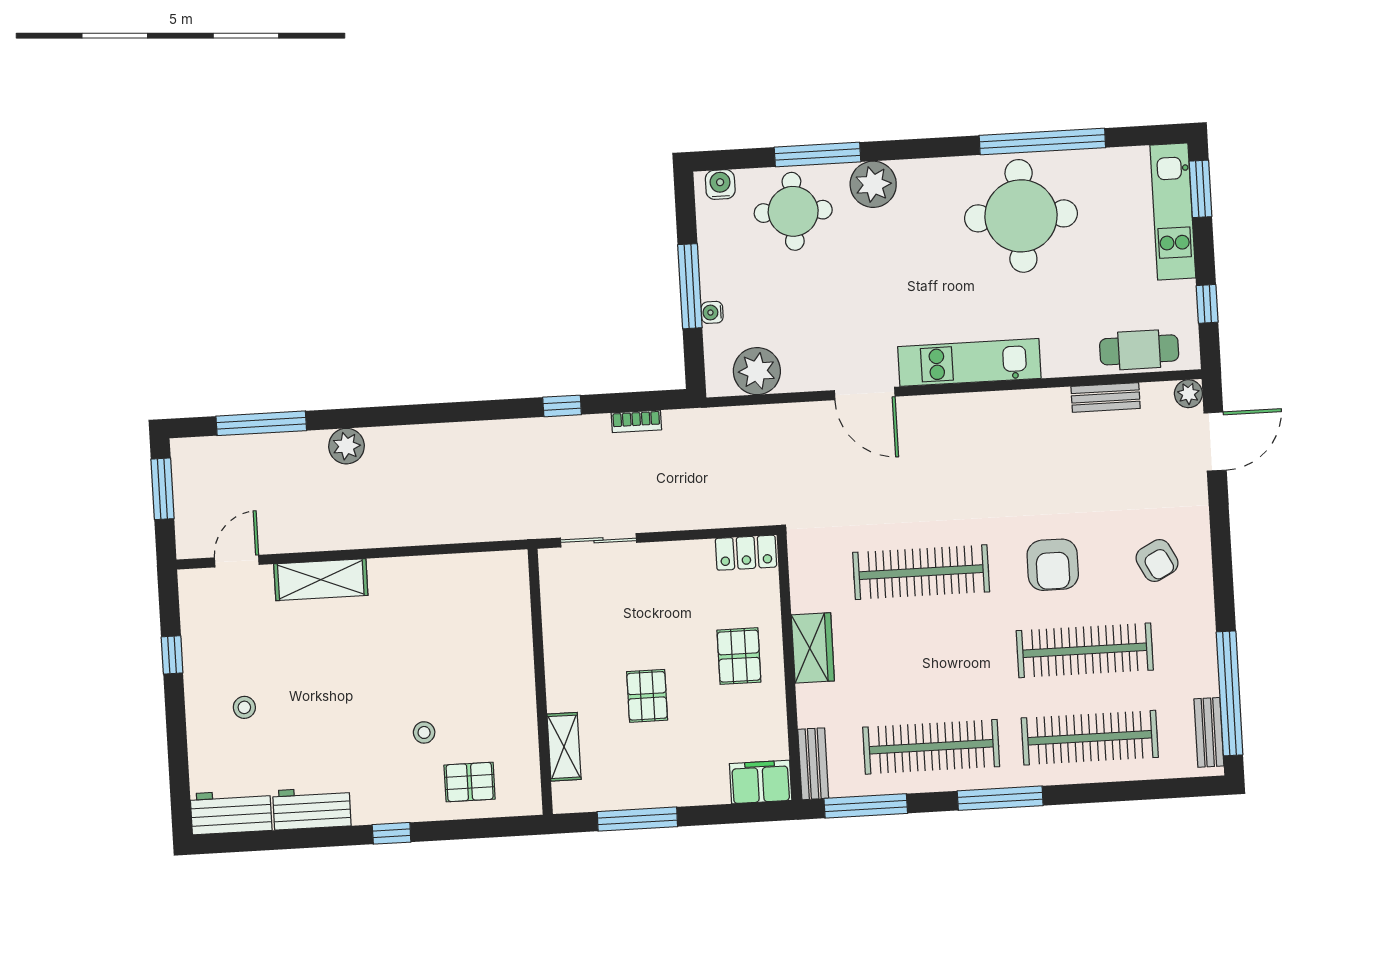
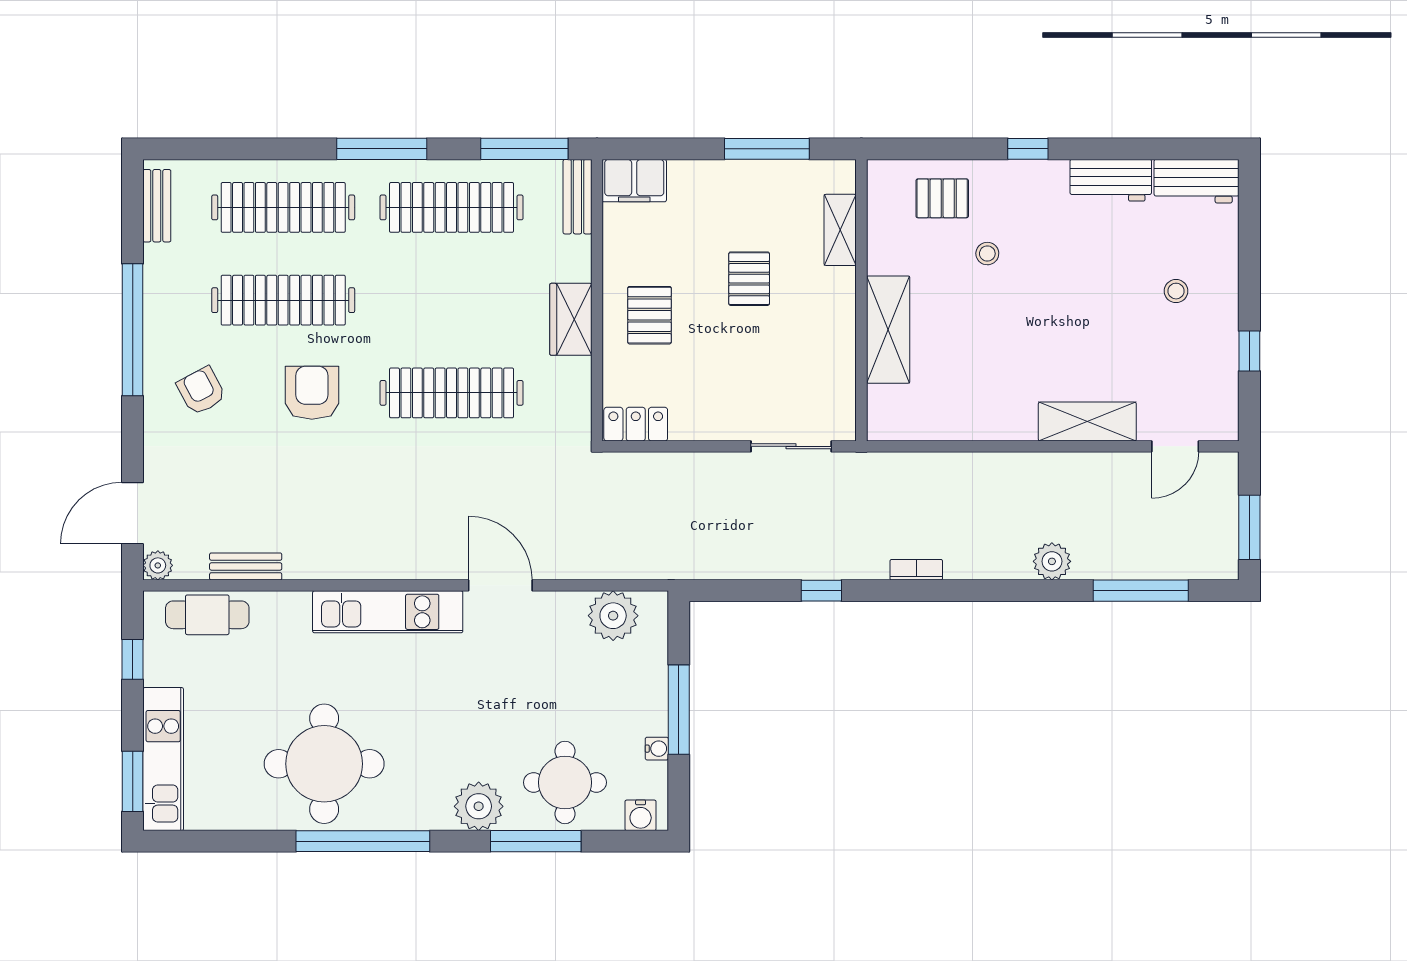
window: (1042, 142) -> (363, 841), moved
water cooler: (712, 312) -> (657, 749), moved
bookcase: (636, 421) -> (916, 570), moved
shelving: (513, 655) -> (888, 330), added
window: (1230, 693) -> (133, 330), moved

